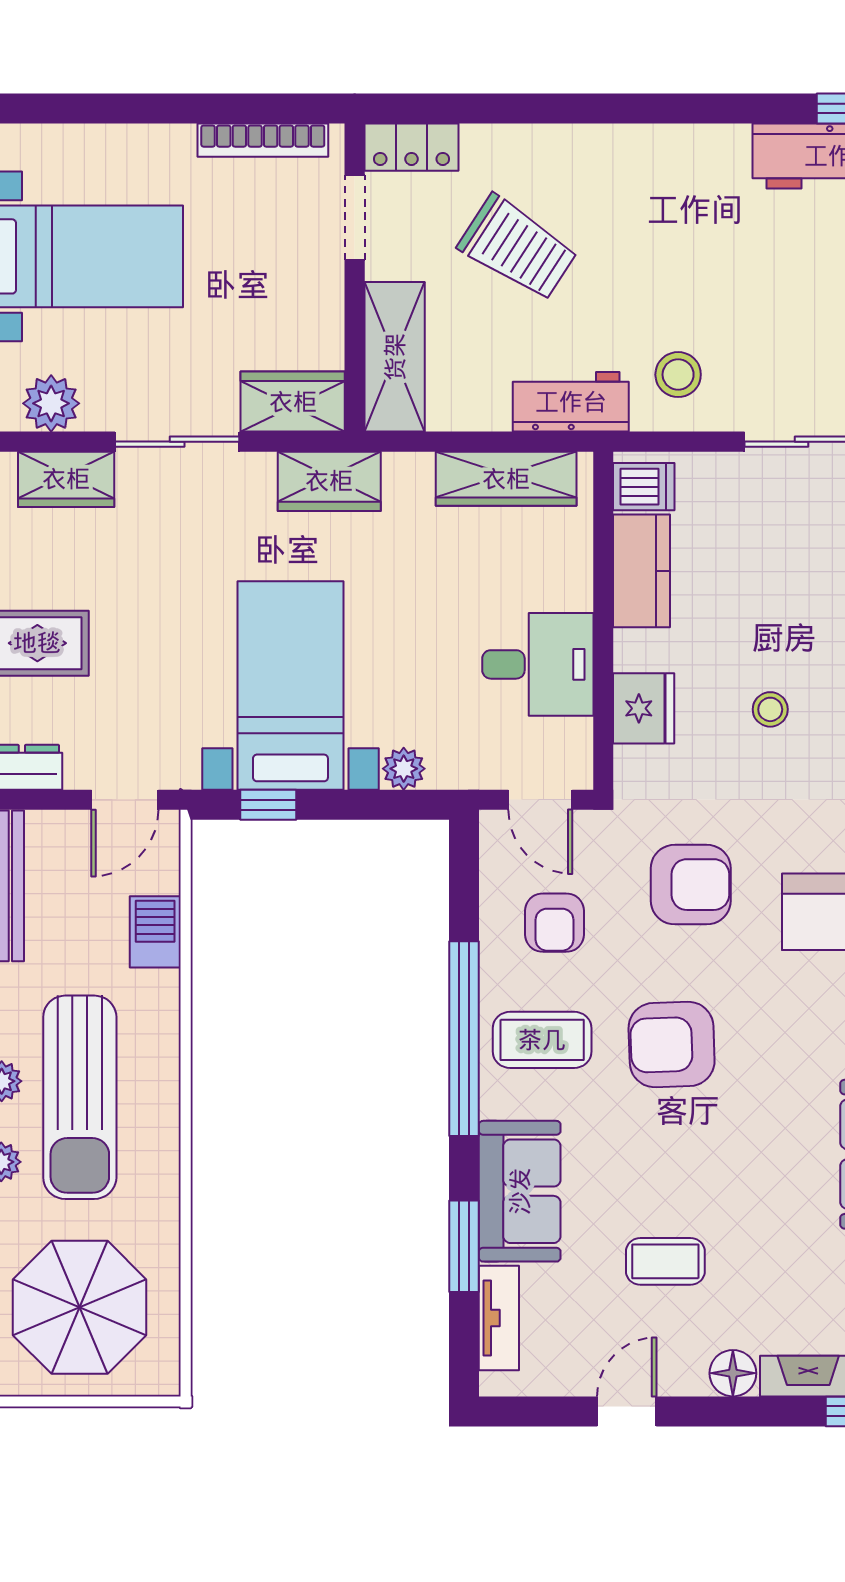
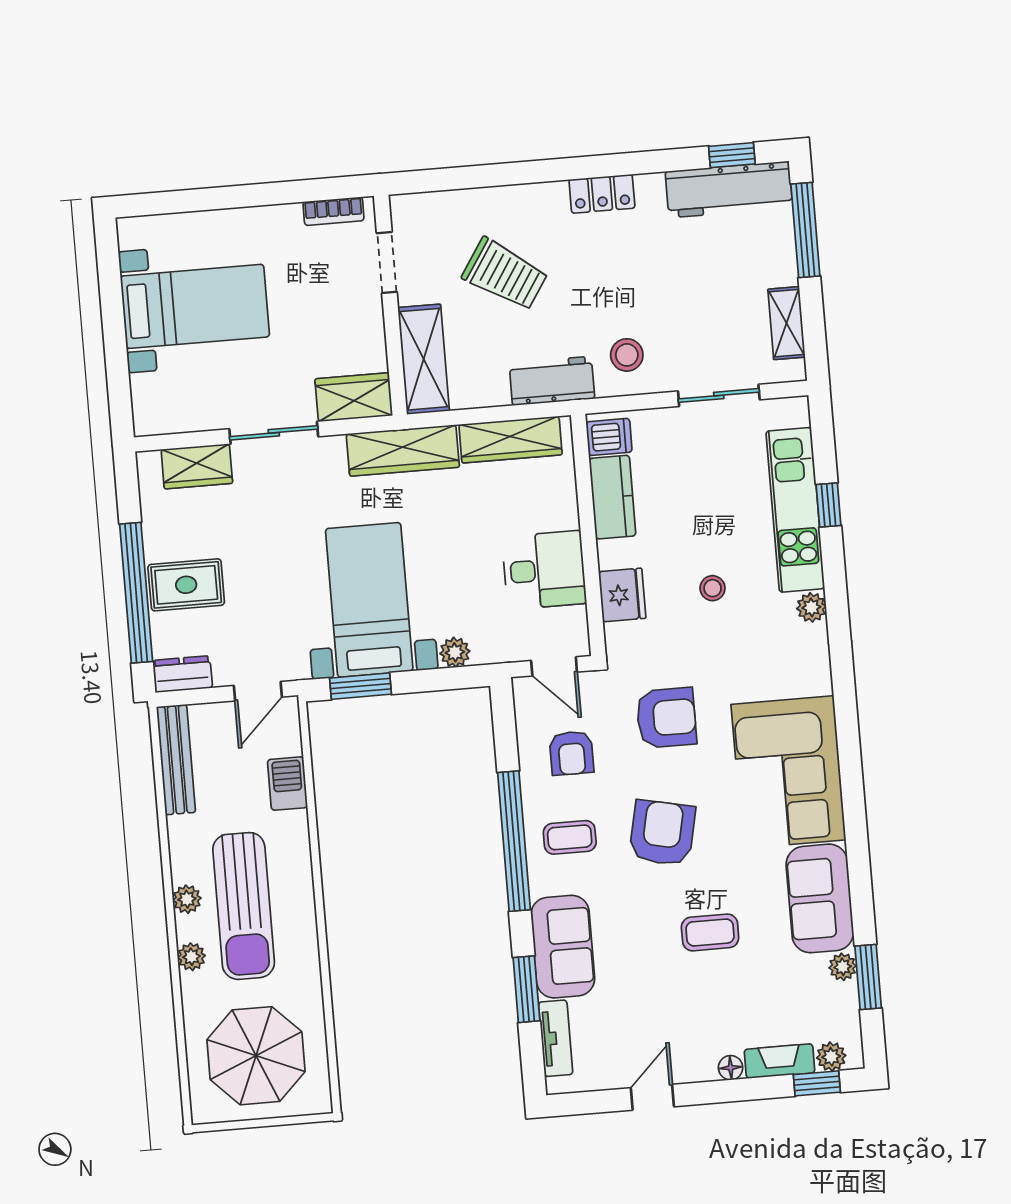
bookcase: (263, 140) -> (334, 211), width x0.64
locker: (411, 147) -> (602, 194), moved
plant: (51, 403) -> (182, 413), removed
wardrobe: (329, 481) -> (403, 450), width x1.50
window: (268, 805) -> (360, 686), width x1.50
coffee table: (542, 1040) -> (570, 837), width x0.73, depth x0.77
armchair: (672, 1045) -> (662, 833), turned 104
coffee table: (665, 1261) -> (710, 932), moved
floor lamp: (733, 1373) -> (731, 1068), width x0.73, depth x0.73

